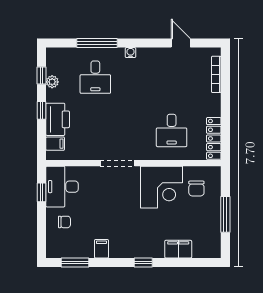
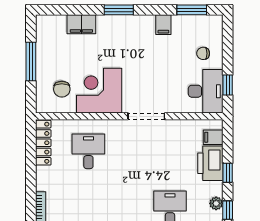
chair: (196, 189) -> (62, 89), turned 180
window: (143, 262) -> (119, 10), width x1.50

